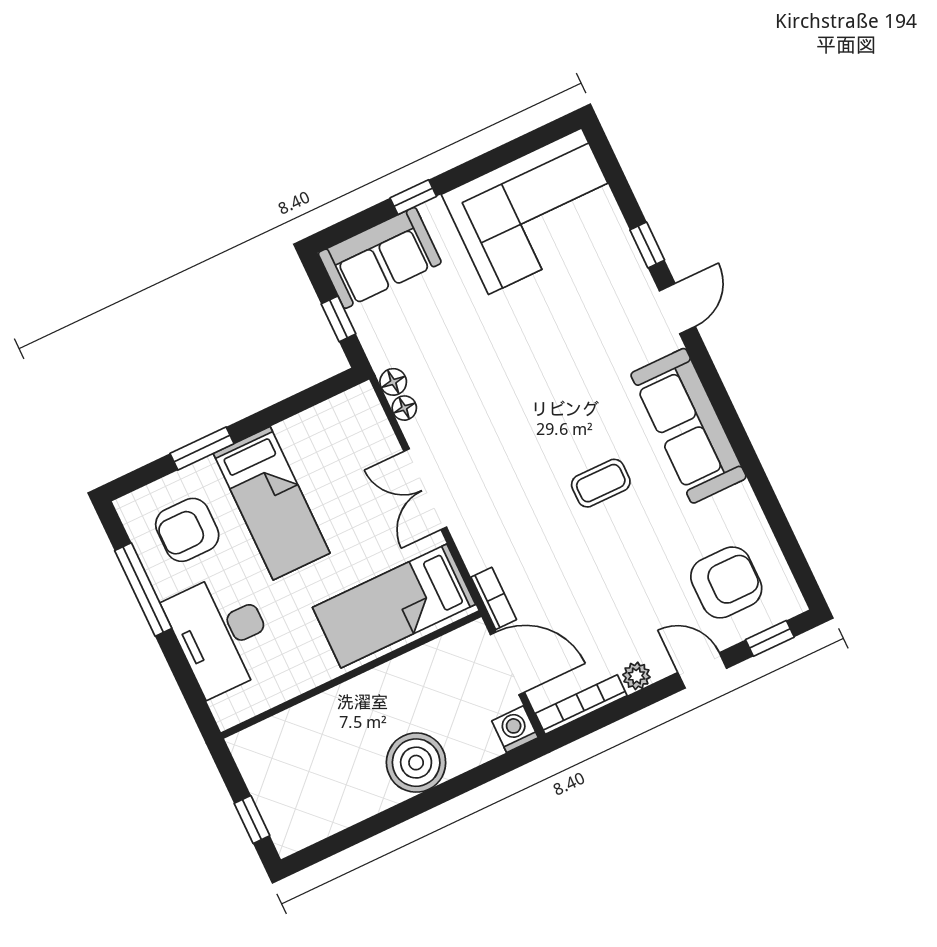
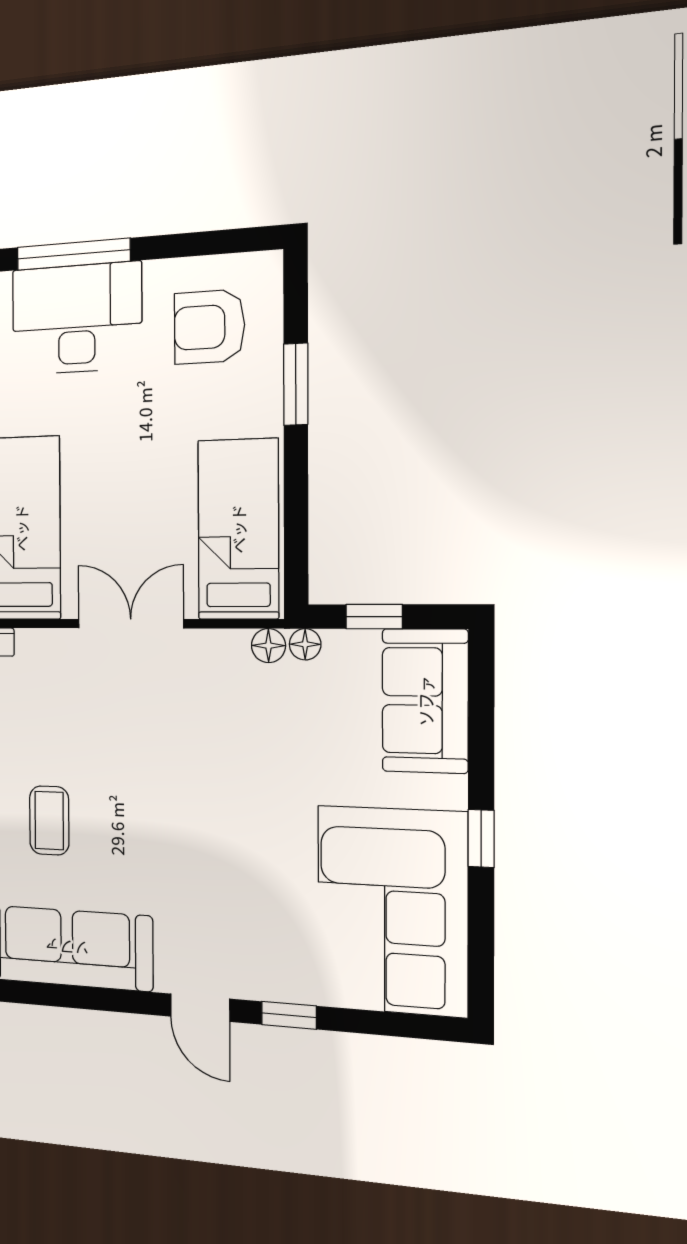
window: (413, 197) -> (481, 838), moved
floor lamp: (404, 408) -> (305, 644), moved
bed: (272, 503) -> (238, 529), moved, turned 90
armchair: (187, 530) -> (209, 327), turned -90
window: (143, 589) -> (73, 254), moved

